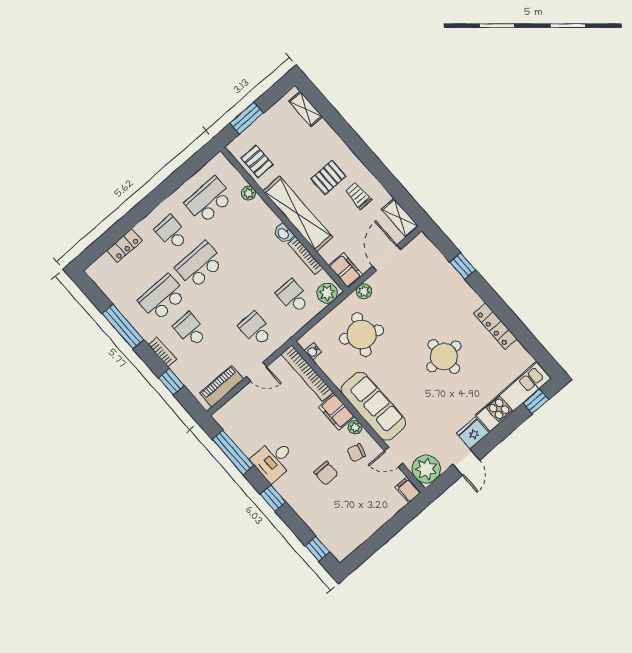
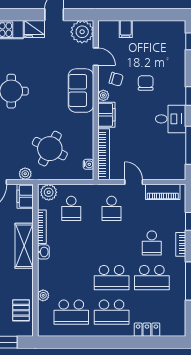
shelving: (298, 214) -> (24, 246), width x0.68
school desk: (172, 233) -> (112, 312), width x1.85
sofa: (373, 406) -> (81, 91), width x0.73
filing cabinet: (408, 490) -> (126, 29), moved

